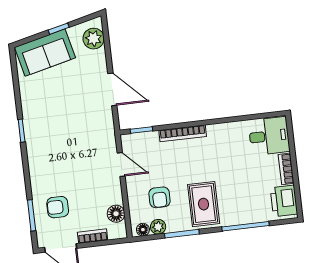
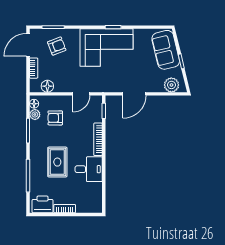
desk: (269, 136) -> (89, 169), moved, turned -90
corner sofa: (51, 137) -> (106, 47), added
rug: (204, 204) -> (57, 162), moved, turned 90
armchair: (58, 207) -> (57, 46), turned 69

